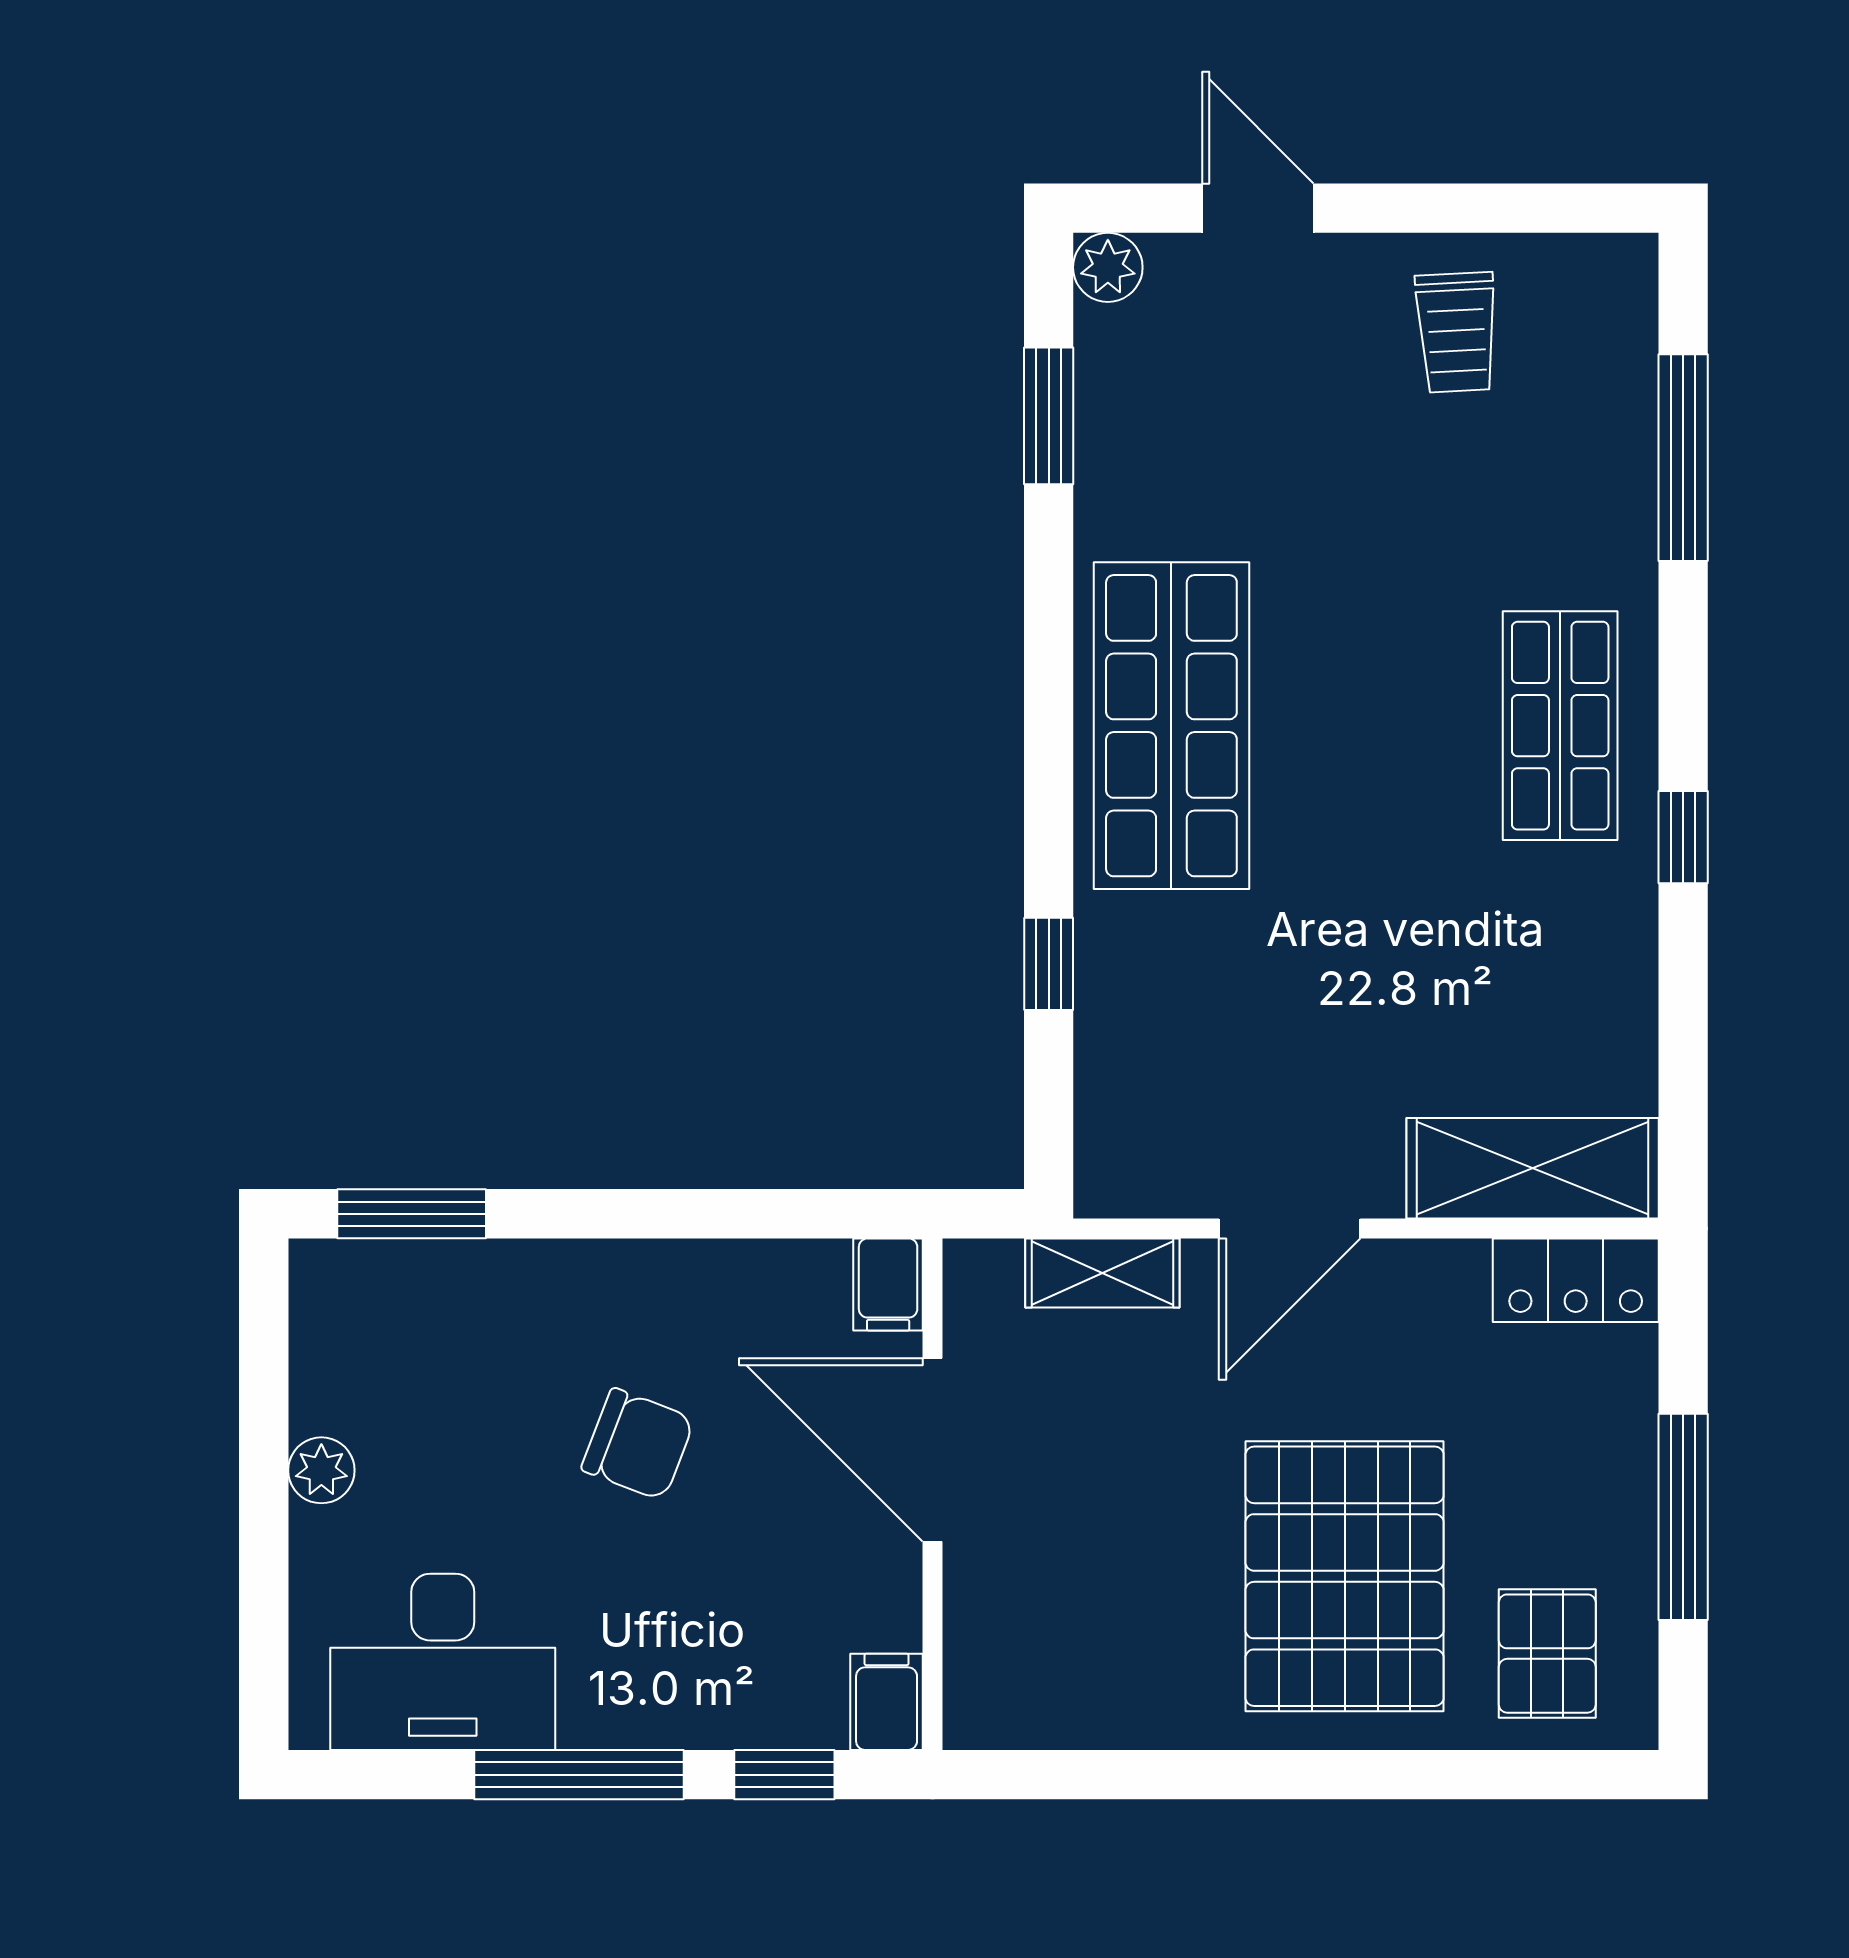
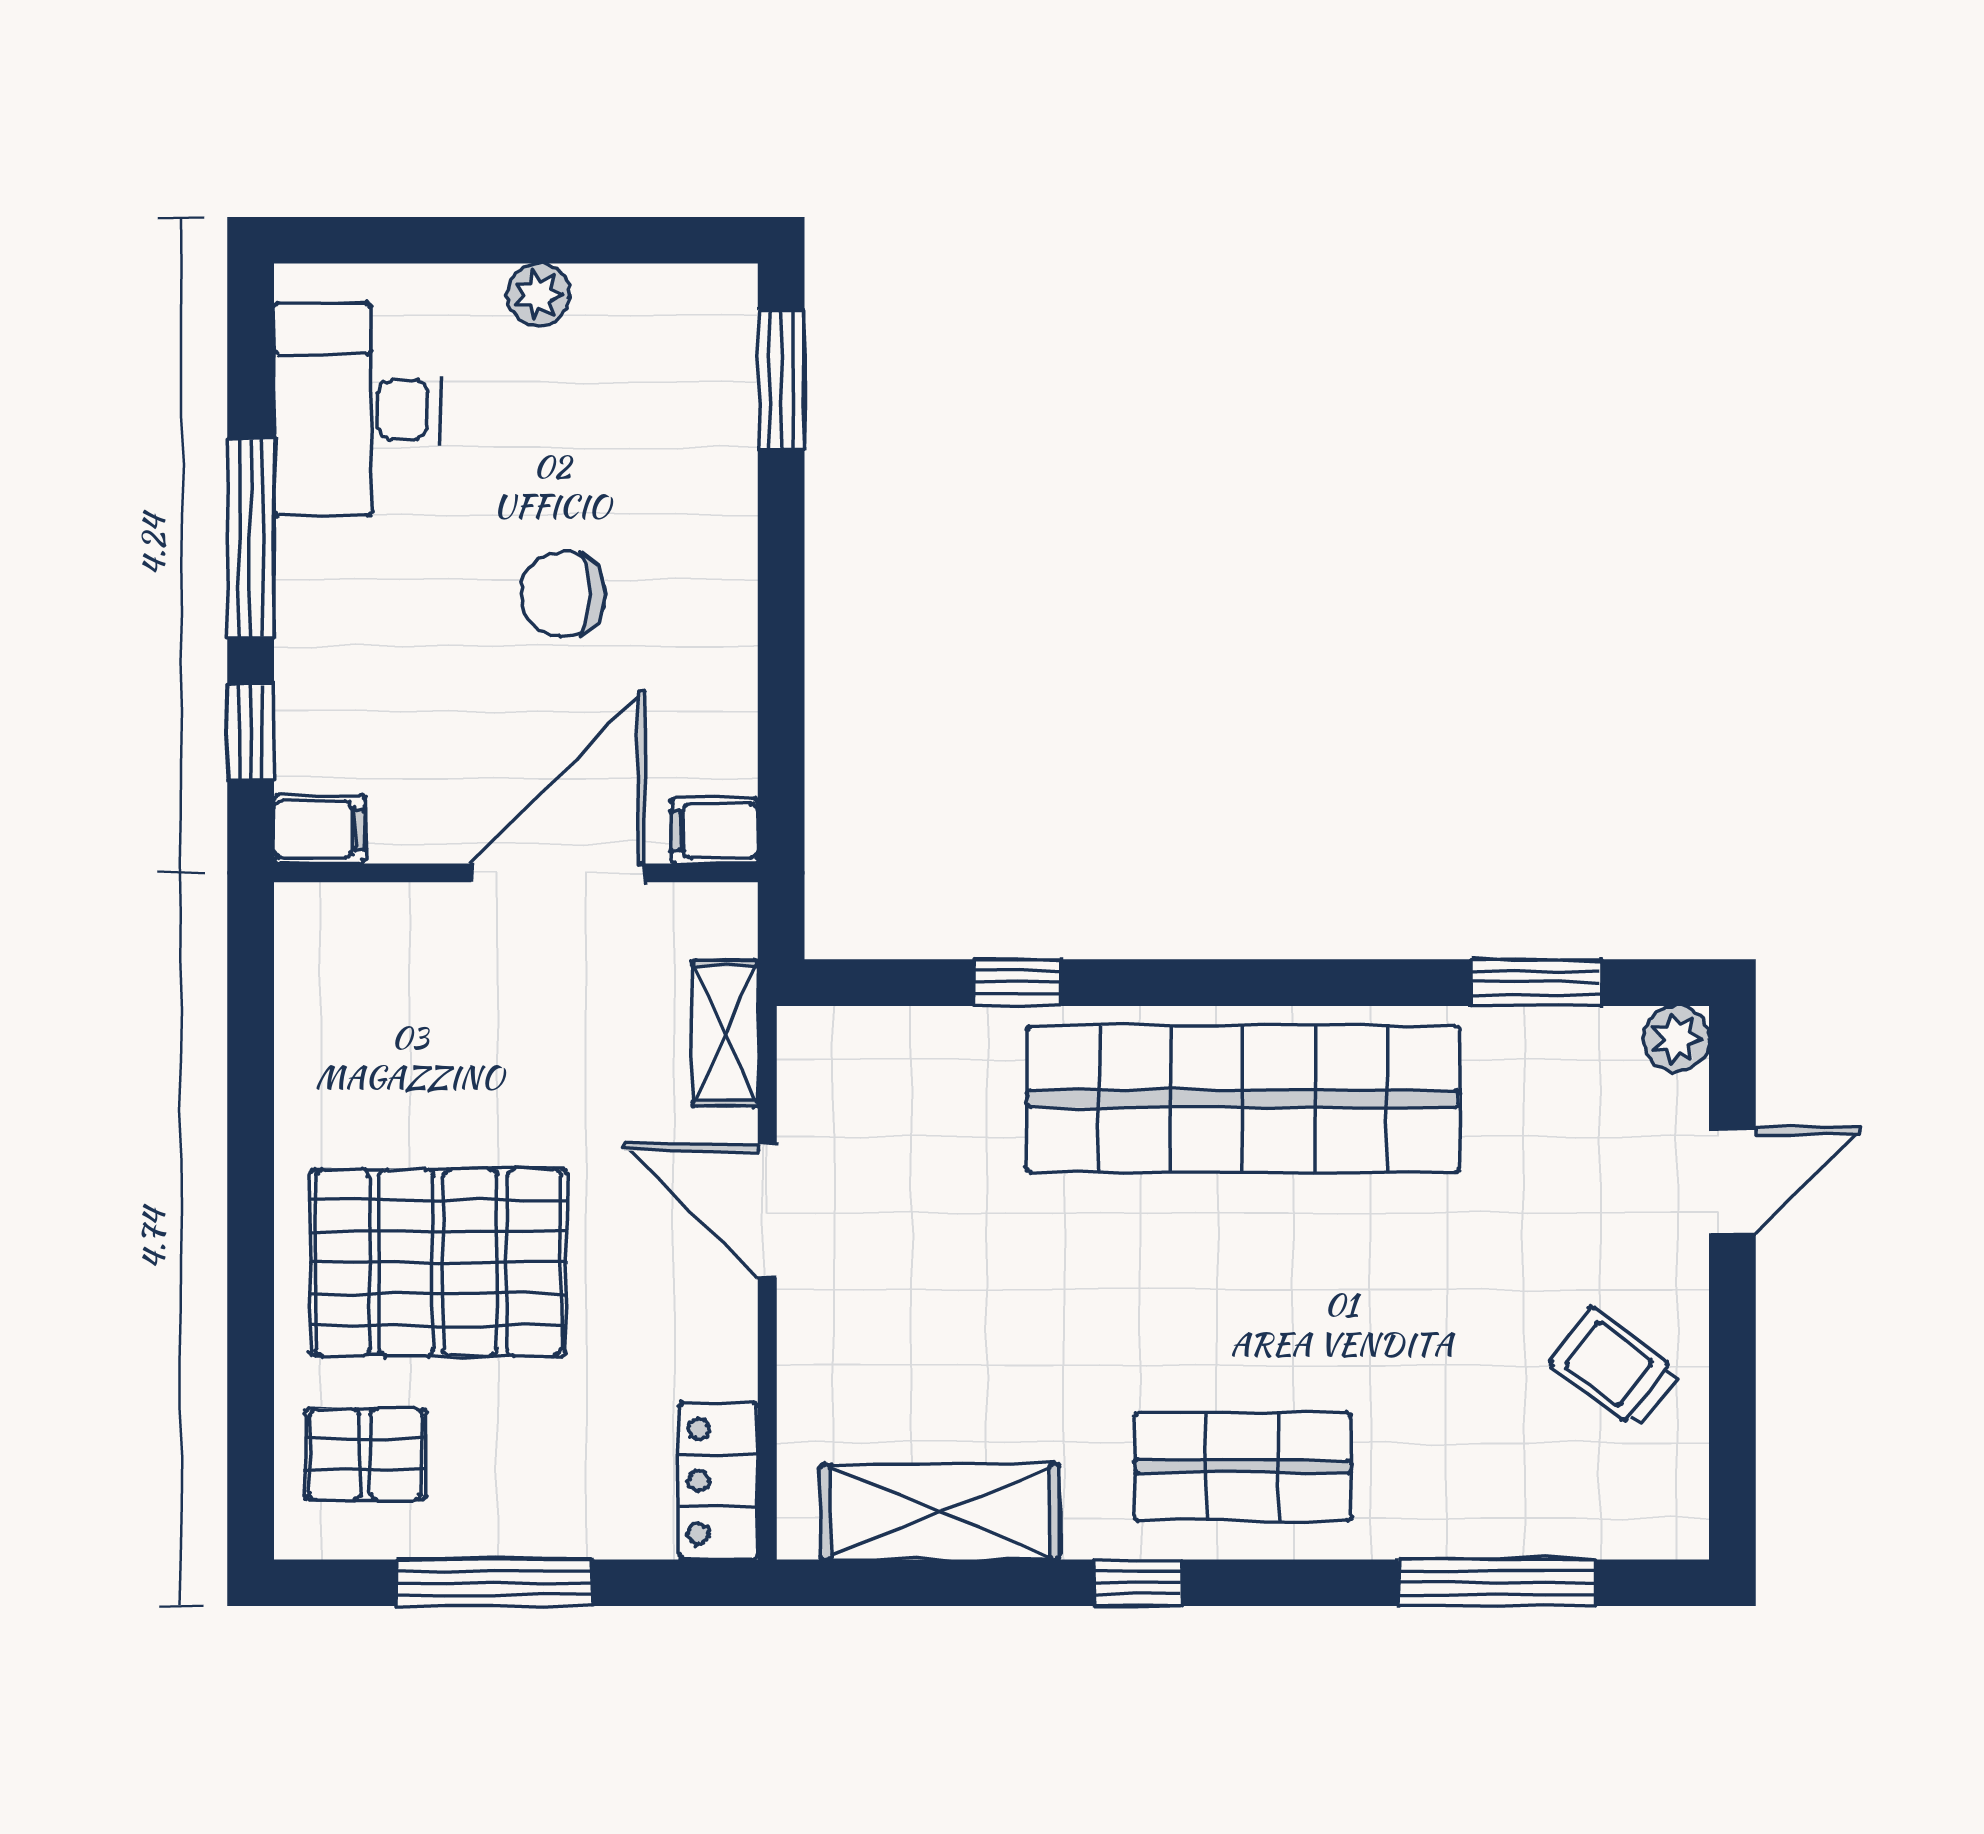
trolley: (1457, 332) -> (1615, 1369), turned 40
shop shelf: (1171, 726) -> (1243, 1099), width x1.40
shelving: (1533, 1168) -> (940, 1512), moved, turned 90
chair: (638, 1444) -> (563, 594), turned 69

